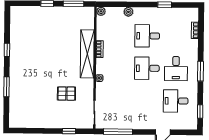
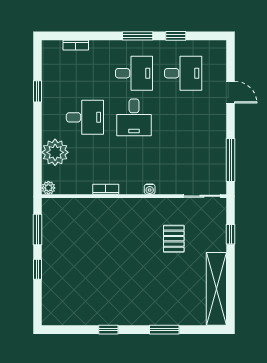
plant: (128, 12) -> (55, 152), width x1.88, depth x1.88
desk: (147, 36) -> (85, 117), turned -90
shelving: (87, 54) -> (216, 289), moved, turned 90
desk: (176, 101) -> (183, 73), turned -90
window: (200, 111) -> (176, 36), moved

